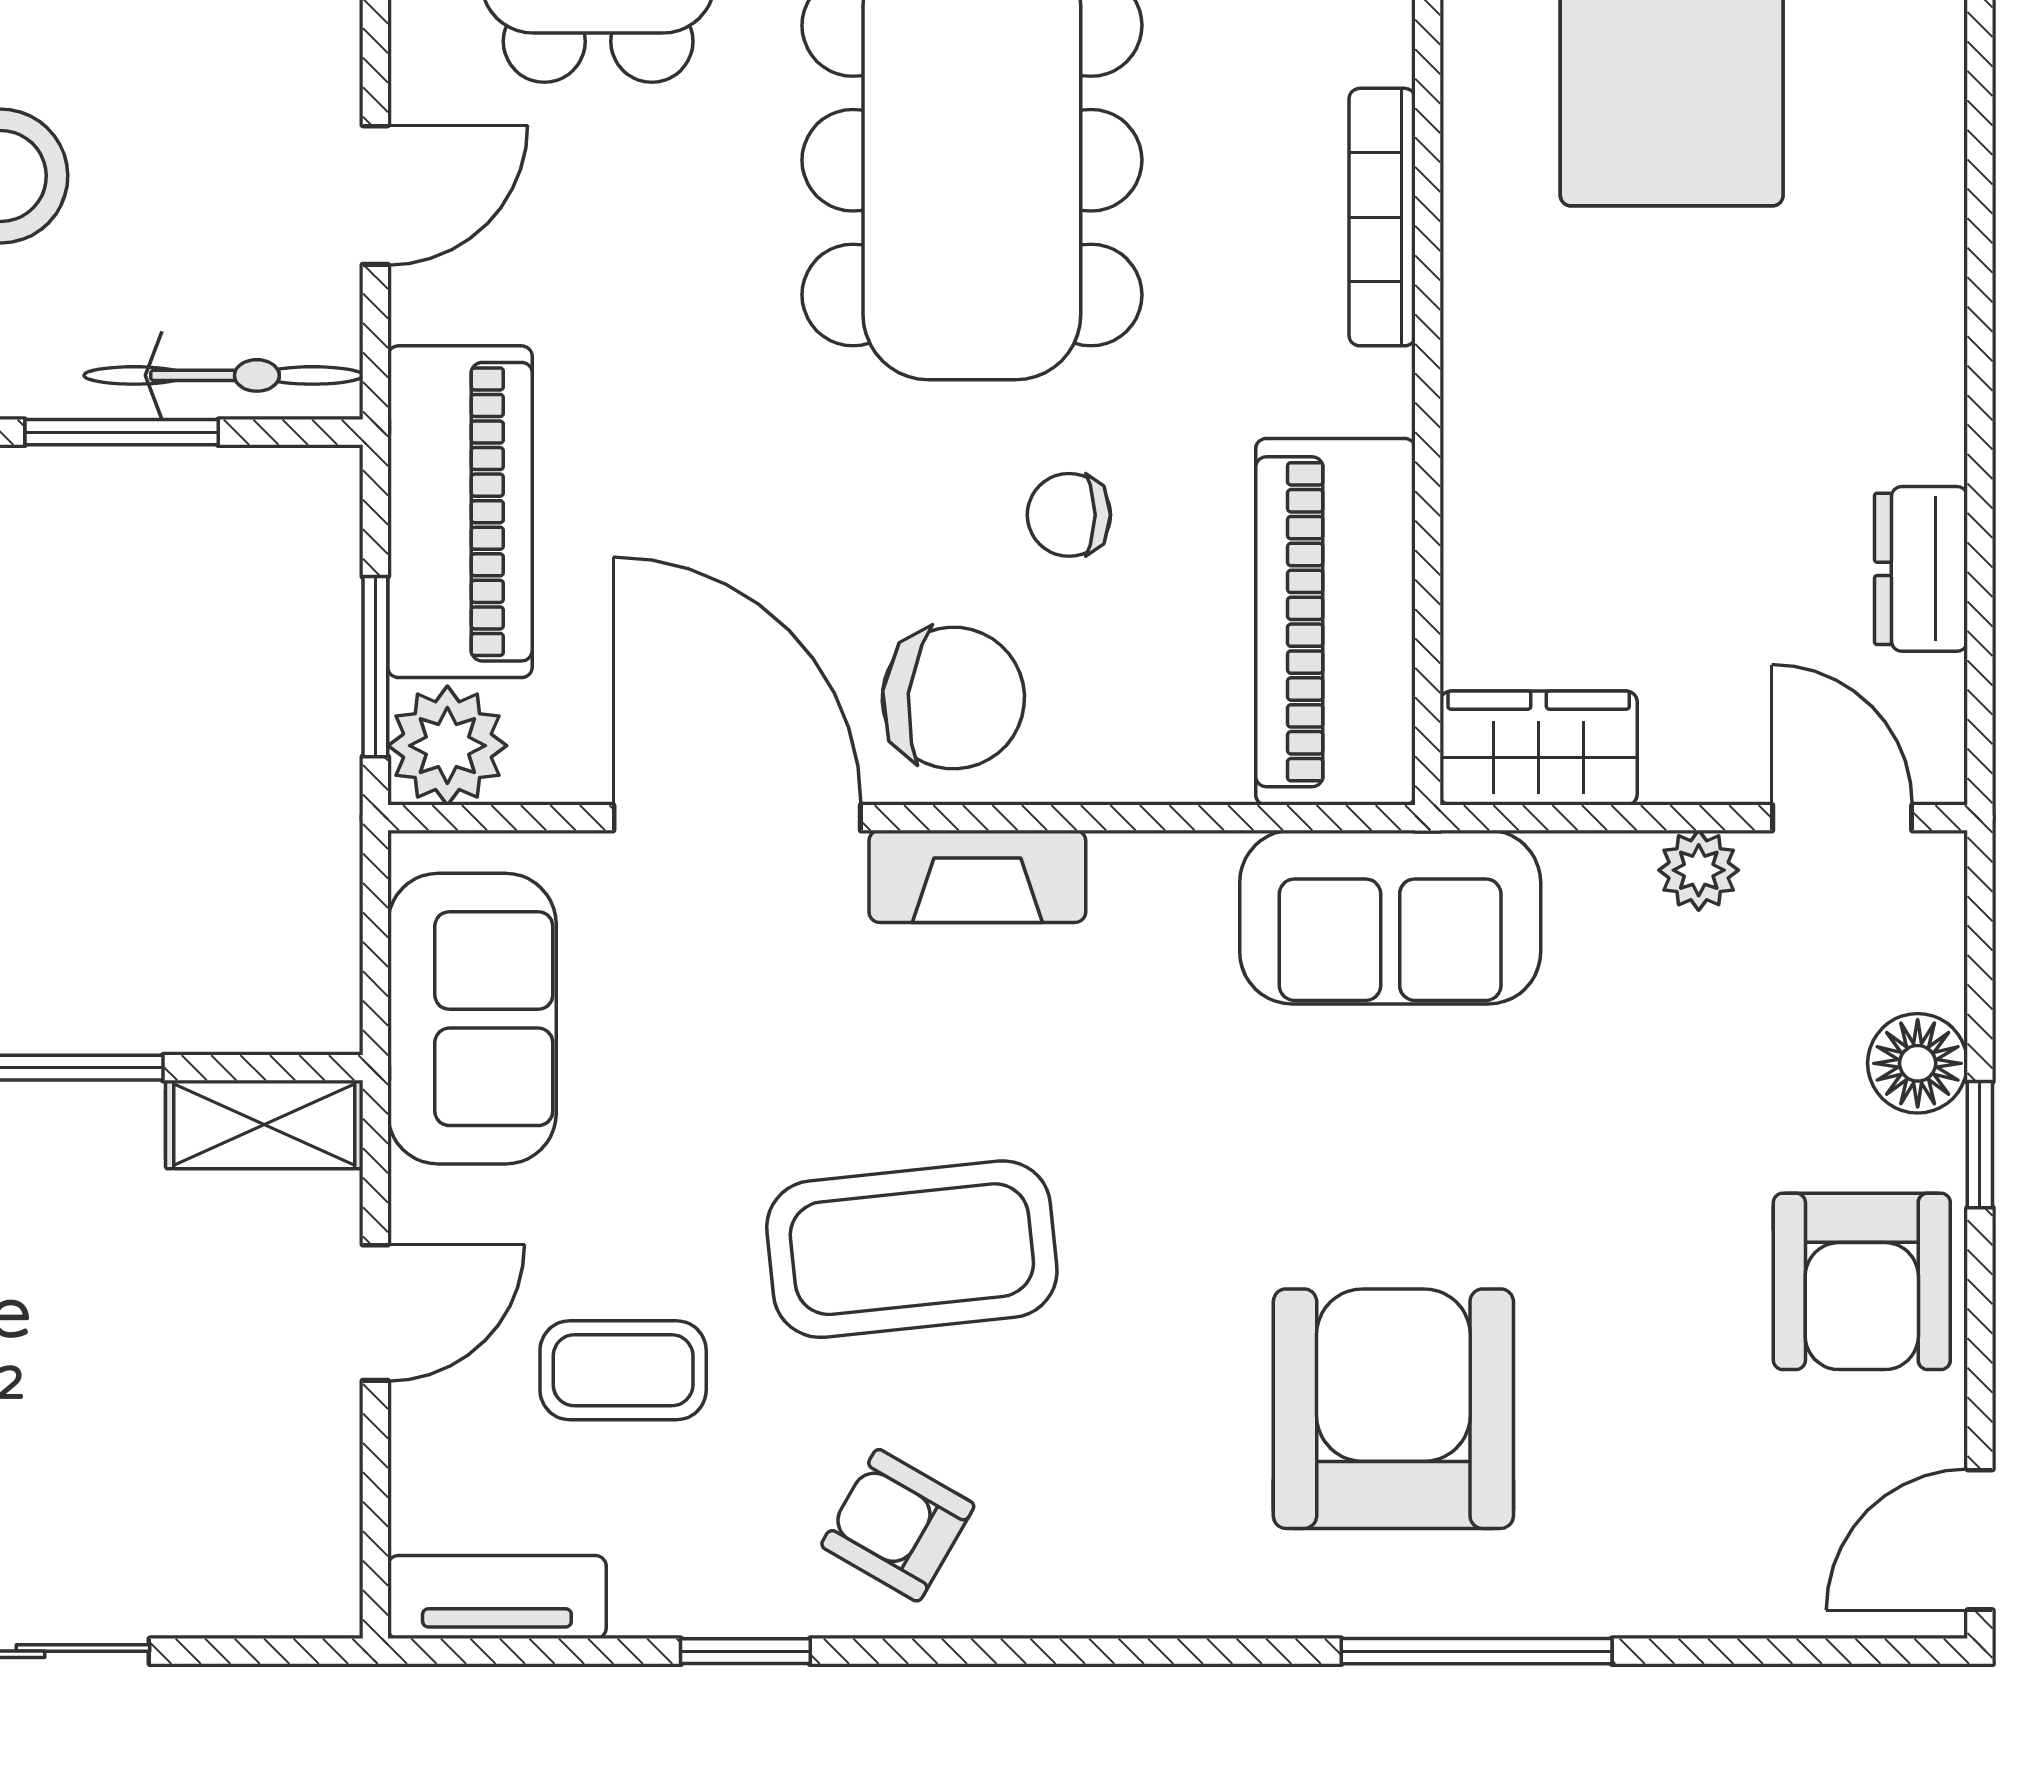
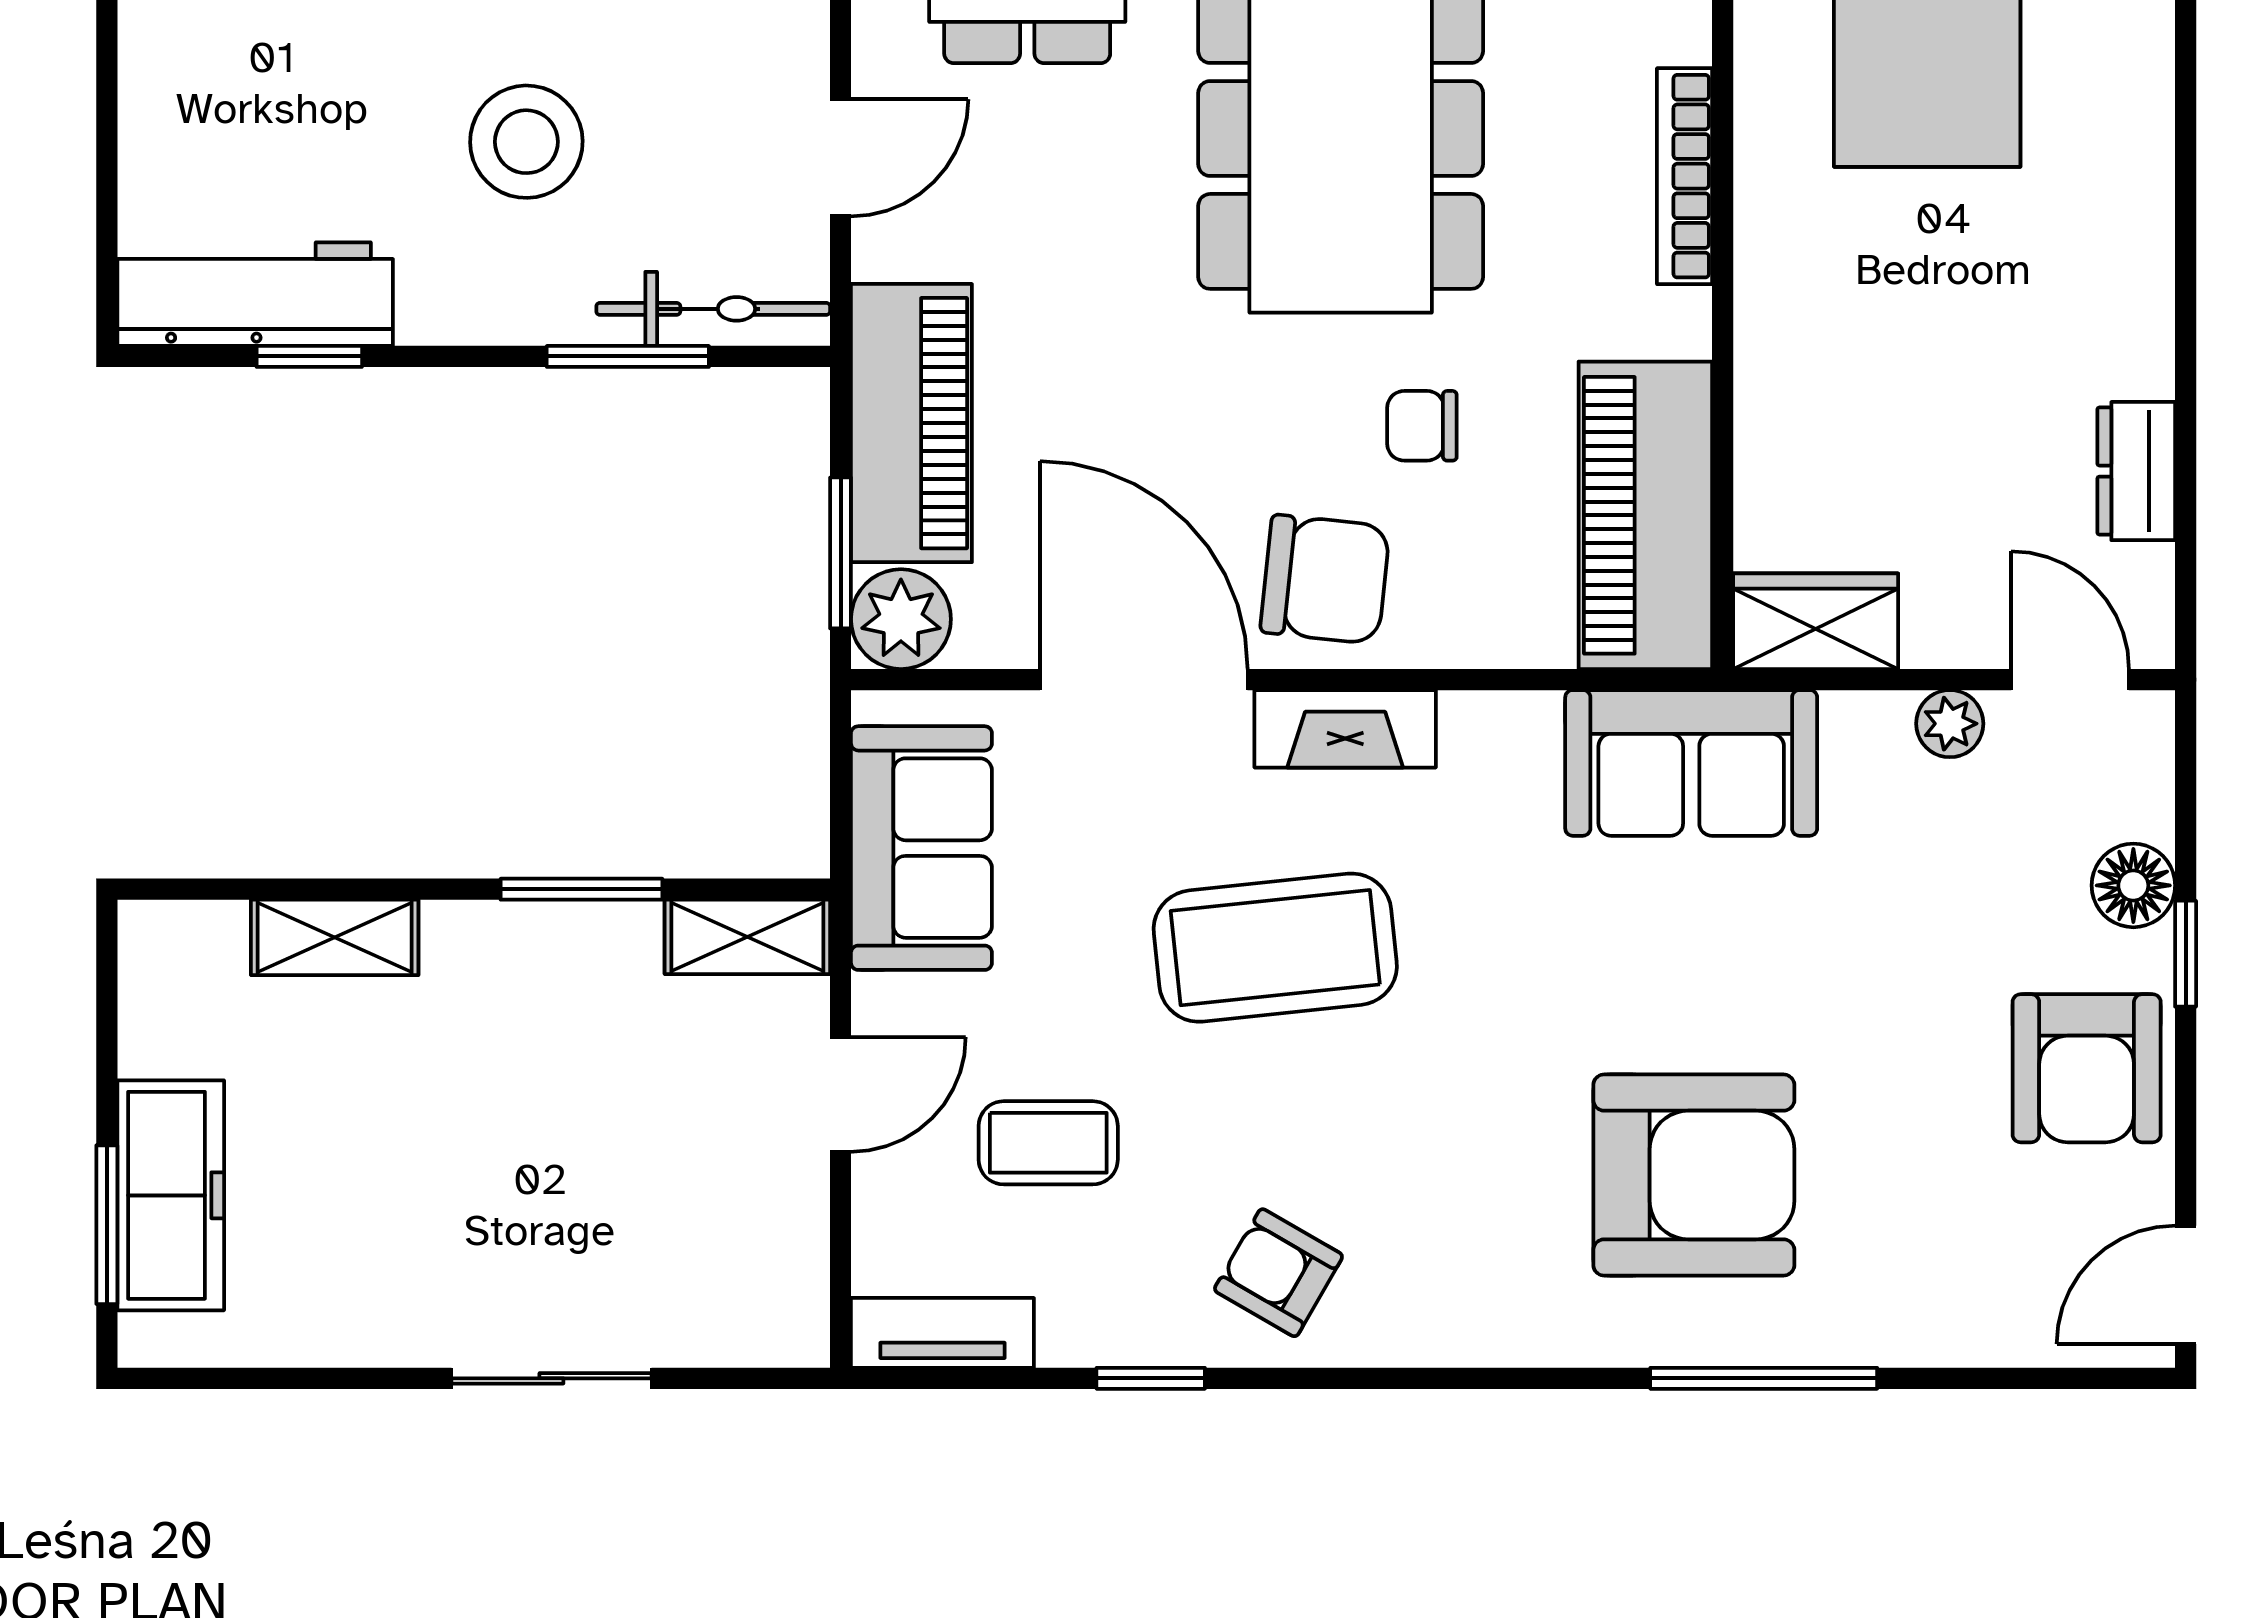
coffee table: (912, 1249) -> (1275, 948), moved
armchair: (1393, 1409) -> (1694, 1175), turned 90

